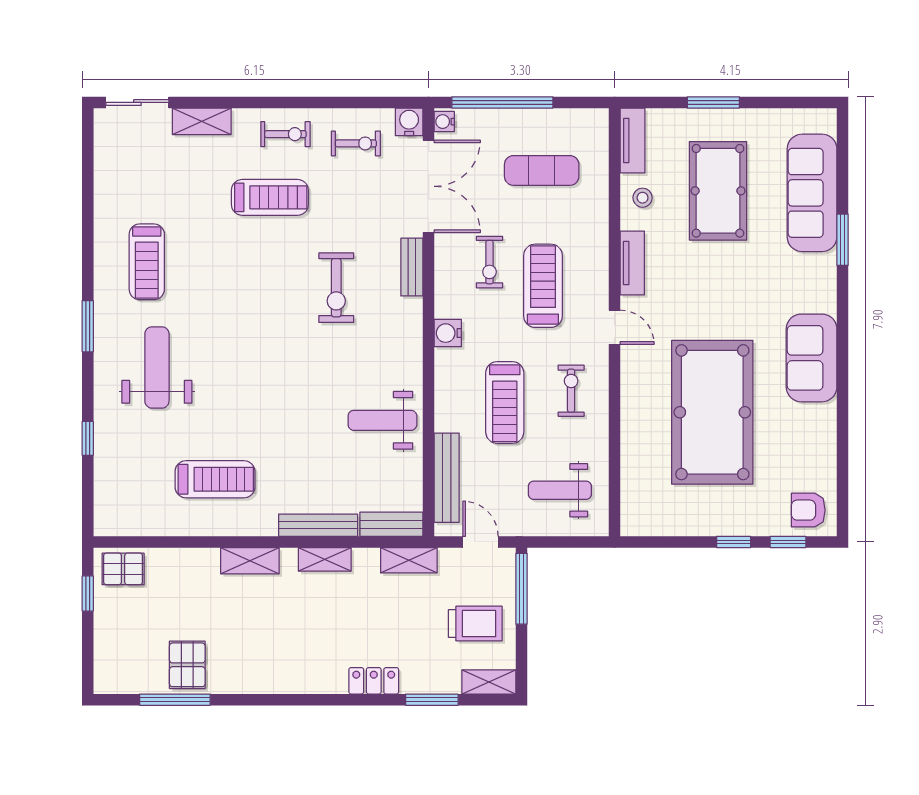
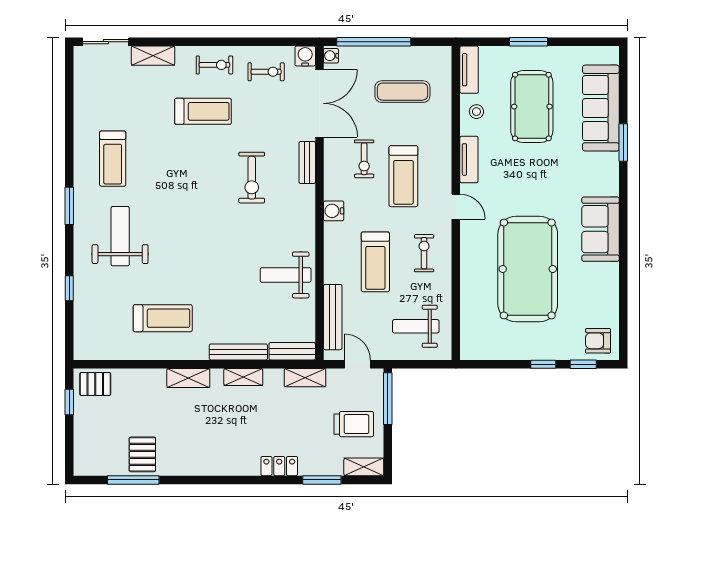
treadmill: (543, 286) -> (403, 176), turned 180

